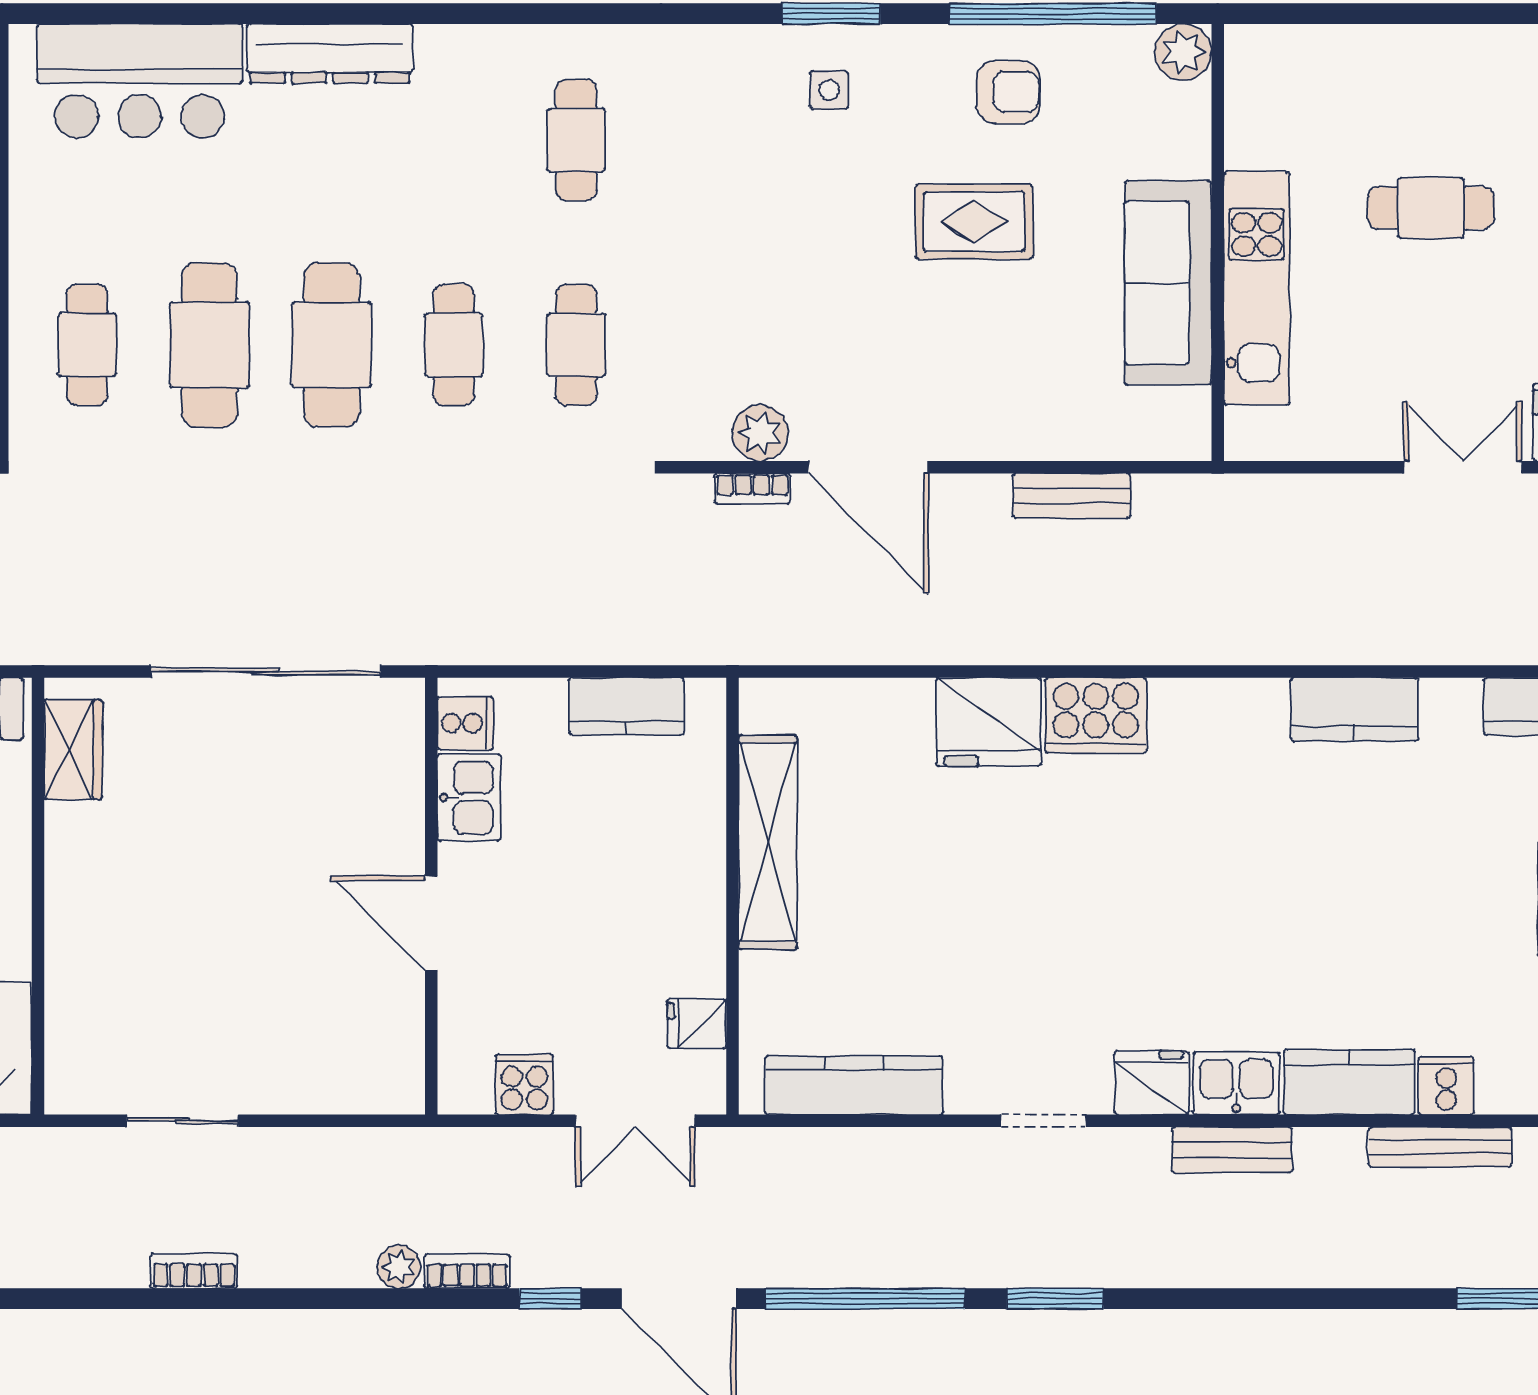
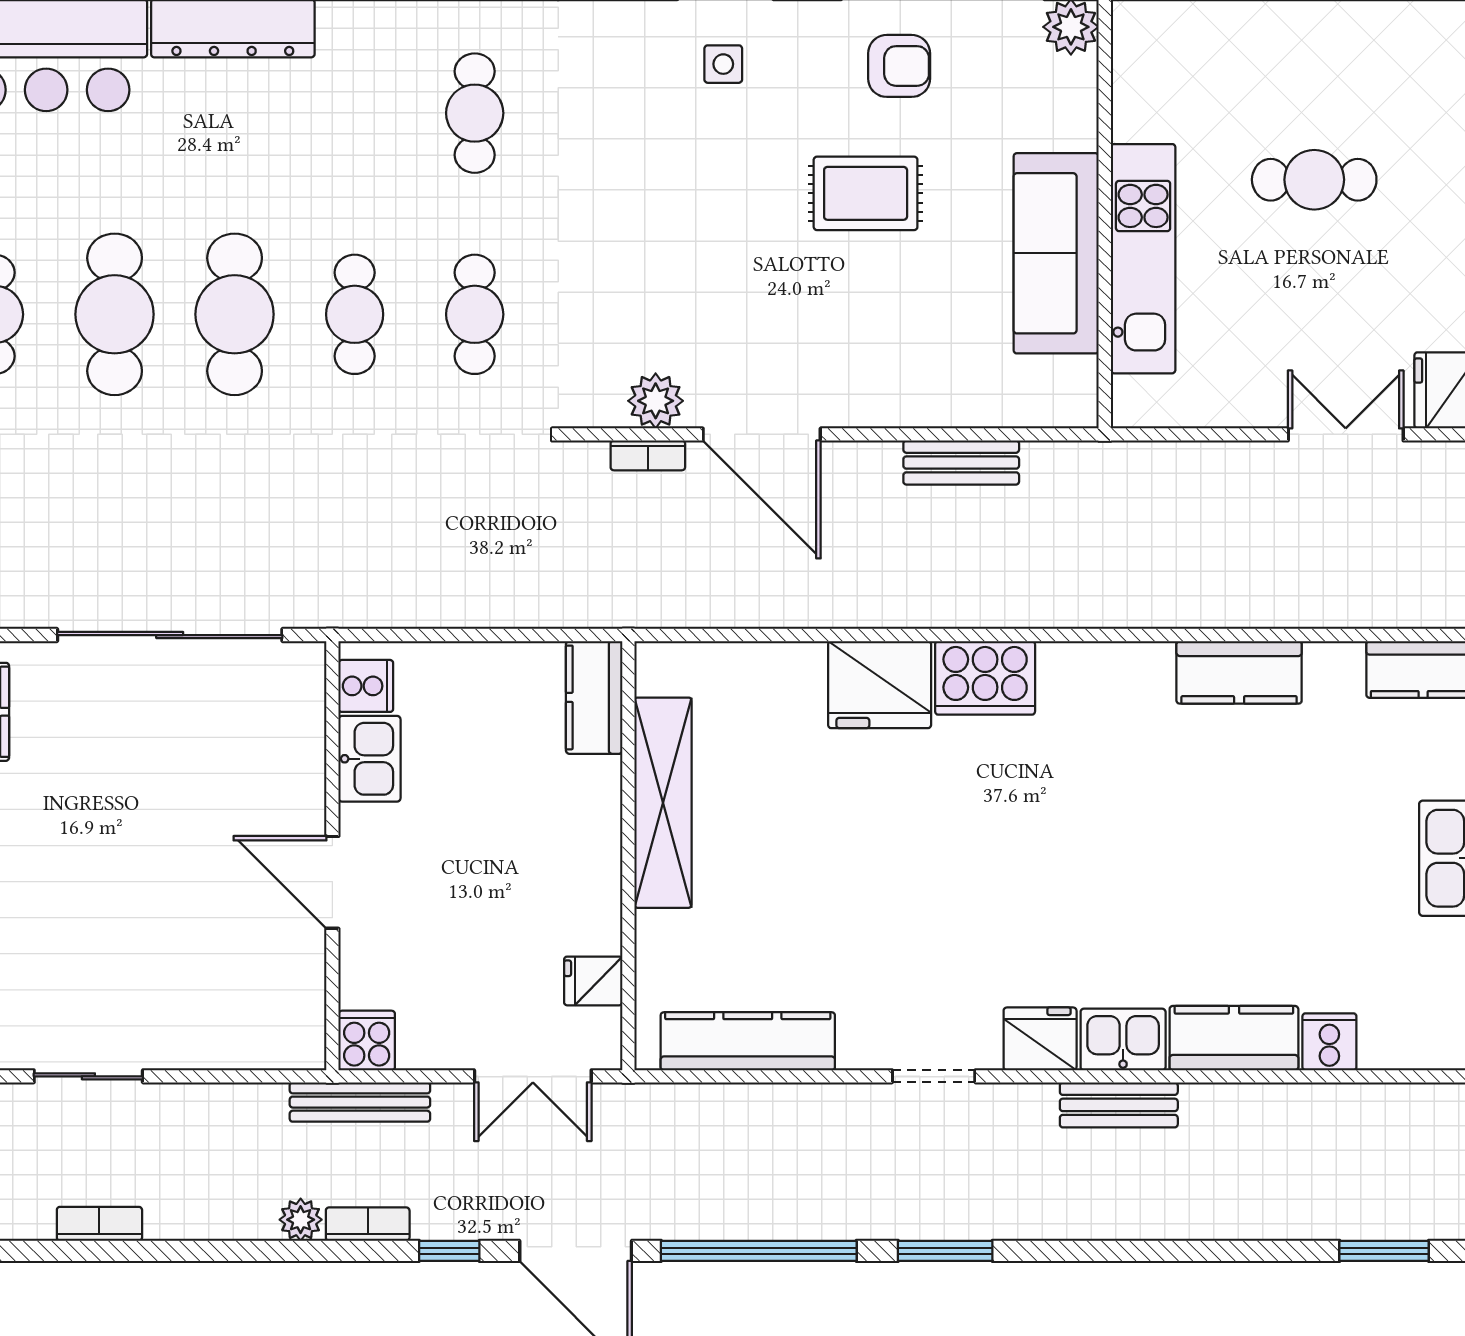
kitchen counter: (626, 706) -> (594, 697), moved, turned 90
cooker: (524, 1084) -> (367, 1041), moved
bench: (1440, 1147) -> (360, 1102), moved

